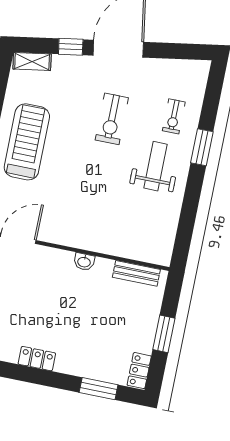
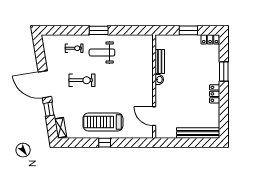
window: (202, 147) -> (99, 30), moved
bench: (136, 273) -> (160, 62), moved
window: (99, 389) -> (224, 72), moved

